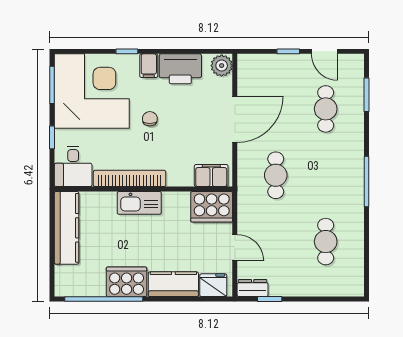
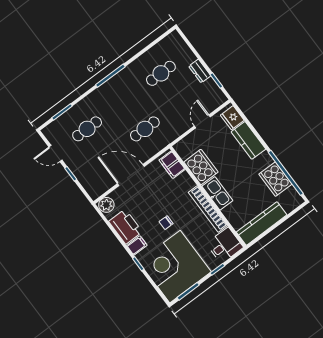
door: (324, 51) -> (56, 154), swing flipped
cooker: (212, 207) -> (201, 167), moved
cooker: (127, 282) -> (275, 179), moved
dresser: (253, 288) -> (200, 71), moved

